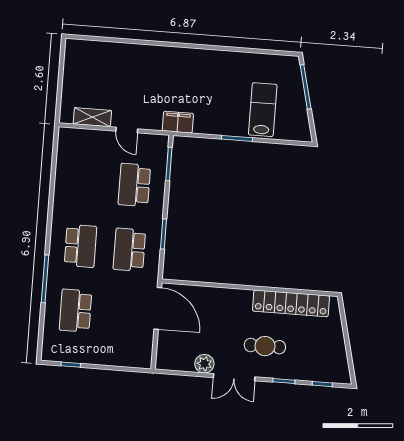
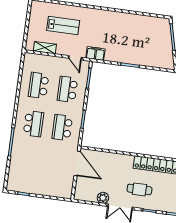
lab bench: (263, 110) -> (63, 26), moved, turned 90
door: (127, 130) -> (75, 58), moved
school desk: (76, 311) -> (39, 85), moved

